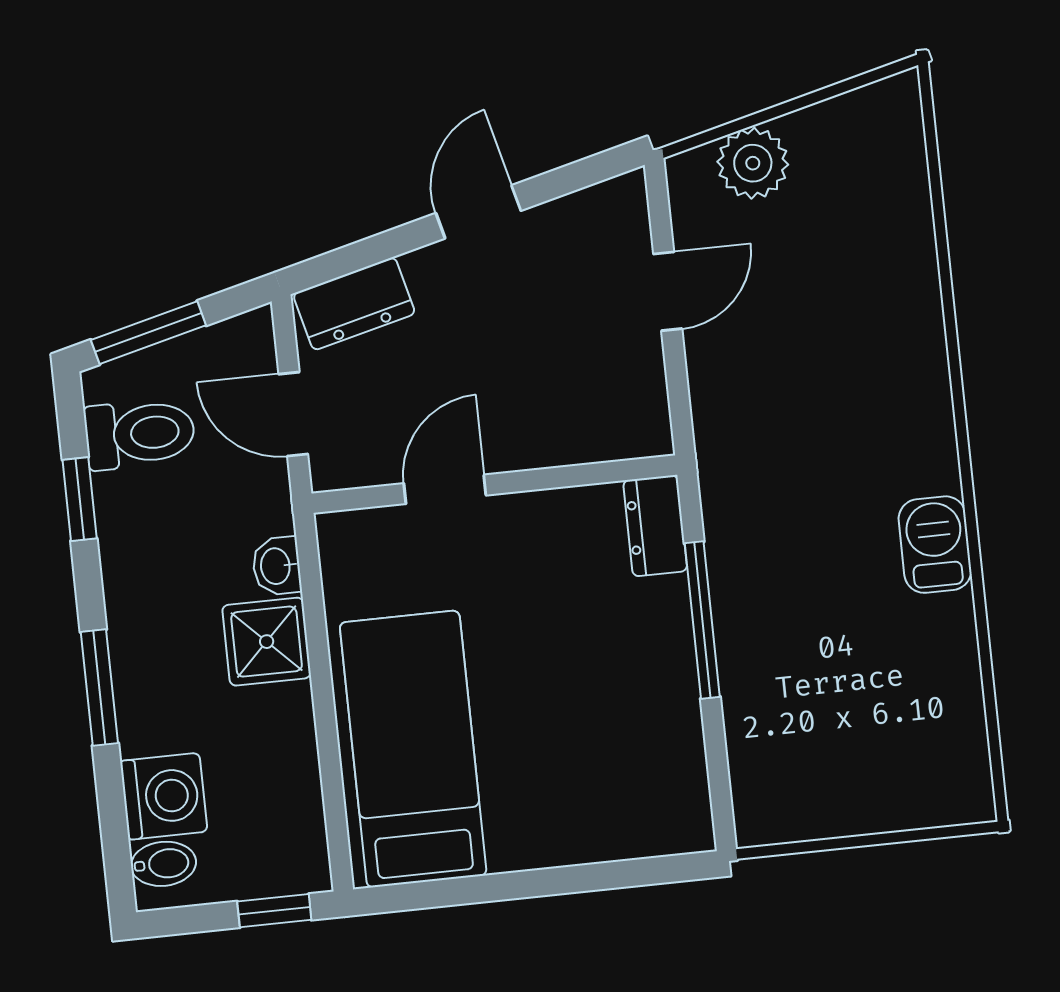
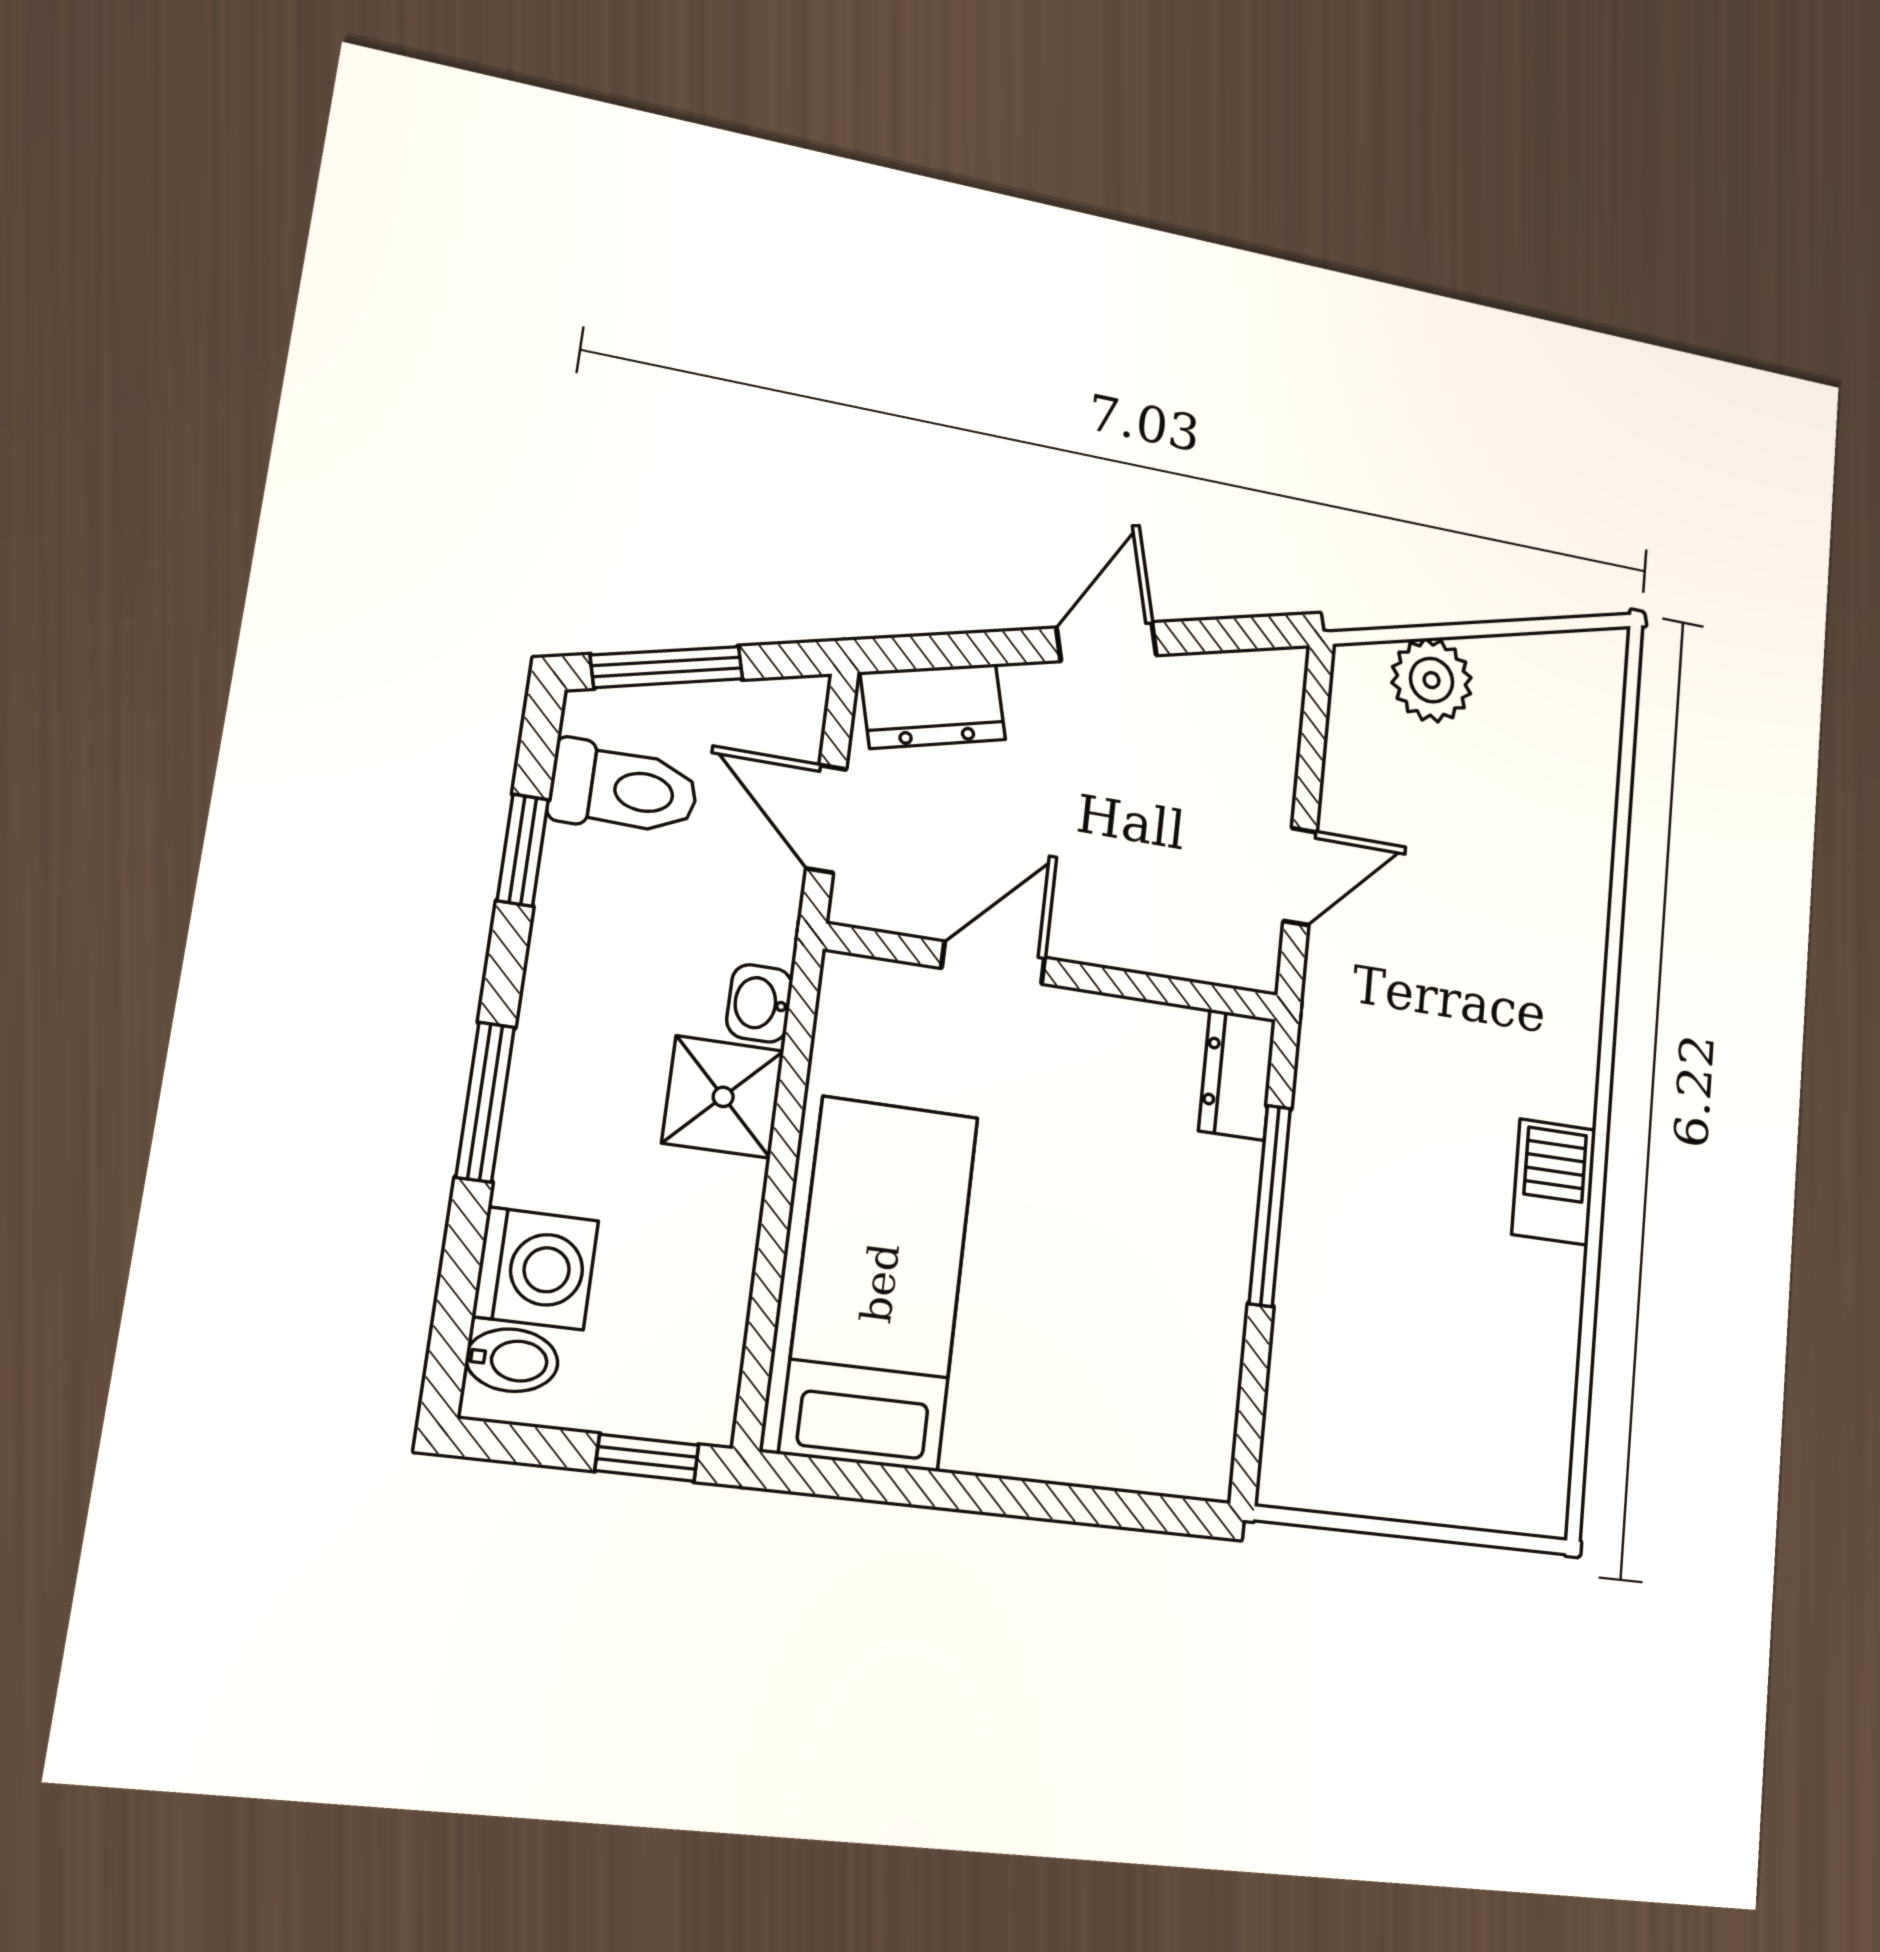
door: (668, 291) -> (1300, 876), moved

